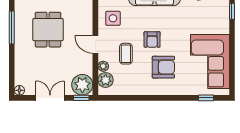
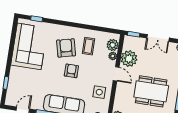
dining table: (48, 30) -> (151, 91), width x1.38
coffee table: (126, 54) -> (89, 46), moved
armchair: (163, 67) -> (66, 48), turned 76
plant: (82, 85) -> (129, 59), moved

